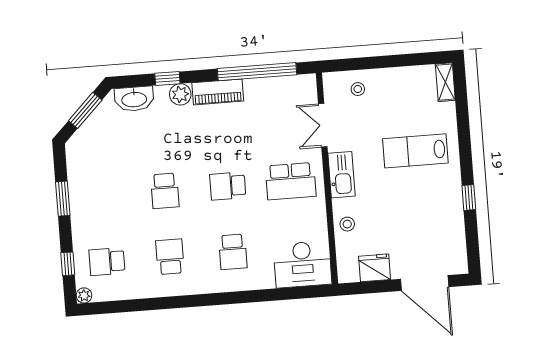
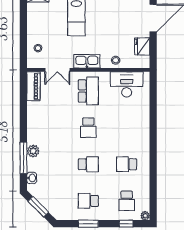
window: (257, 72) -> (23, 106), removed
window: (167, 79) -> (23, 158), width x2.17
piano: (218, 92) -> (33, 86), moved
washbasin: (134, 99) -> (32, 178), width x0.52, depth x0.69
school desk: (233, 252) -> (88, 201), moved, turned 180
desk: (302, 264) -> (127, 84), moved, turned -90

